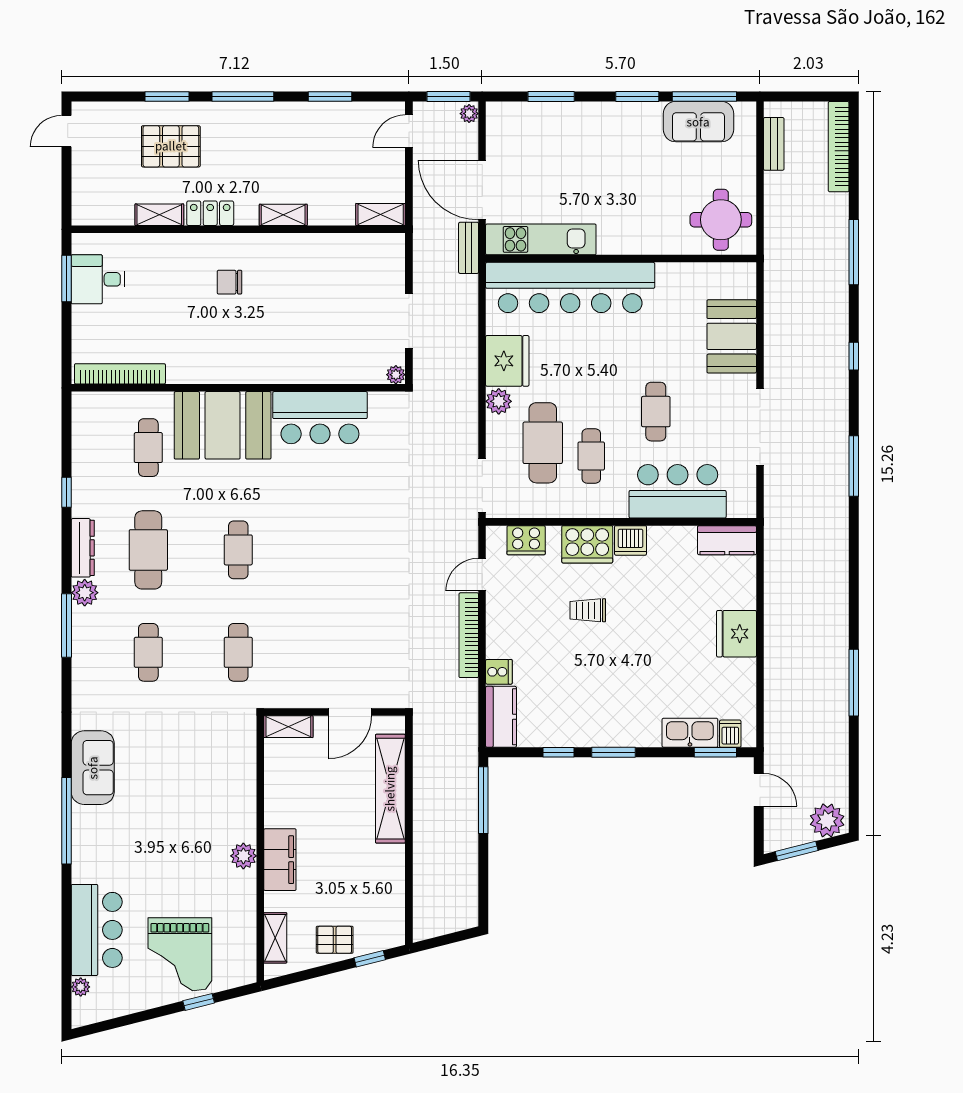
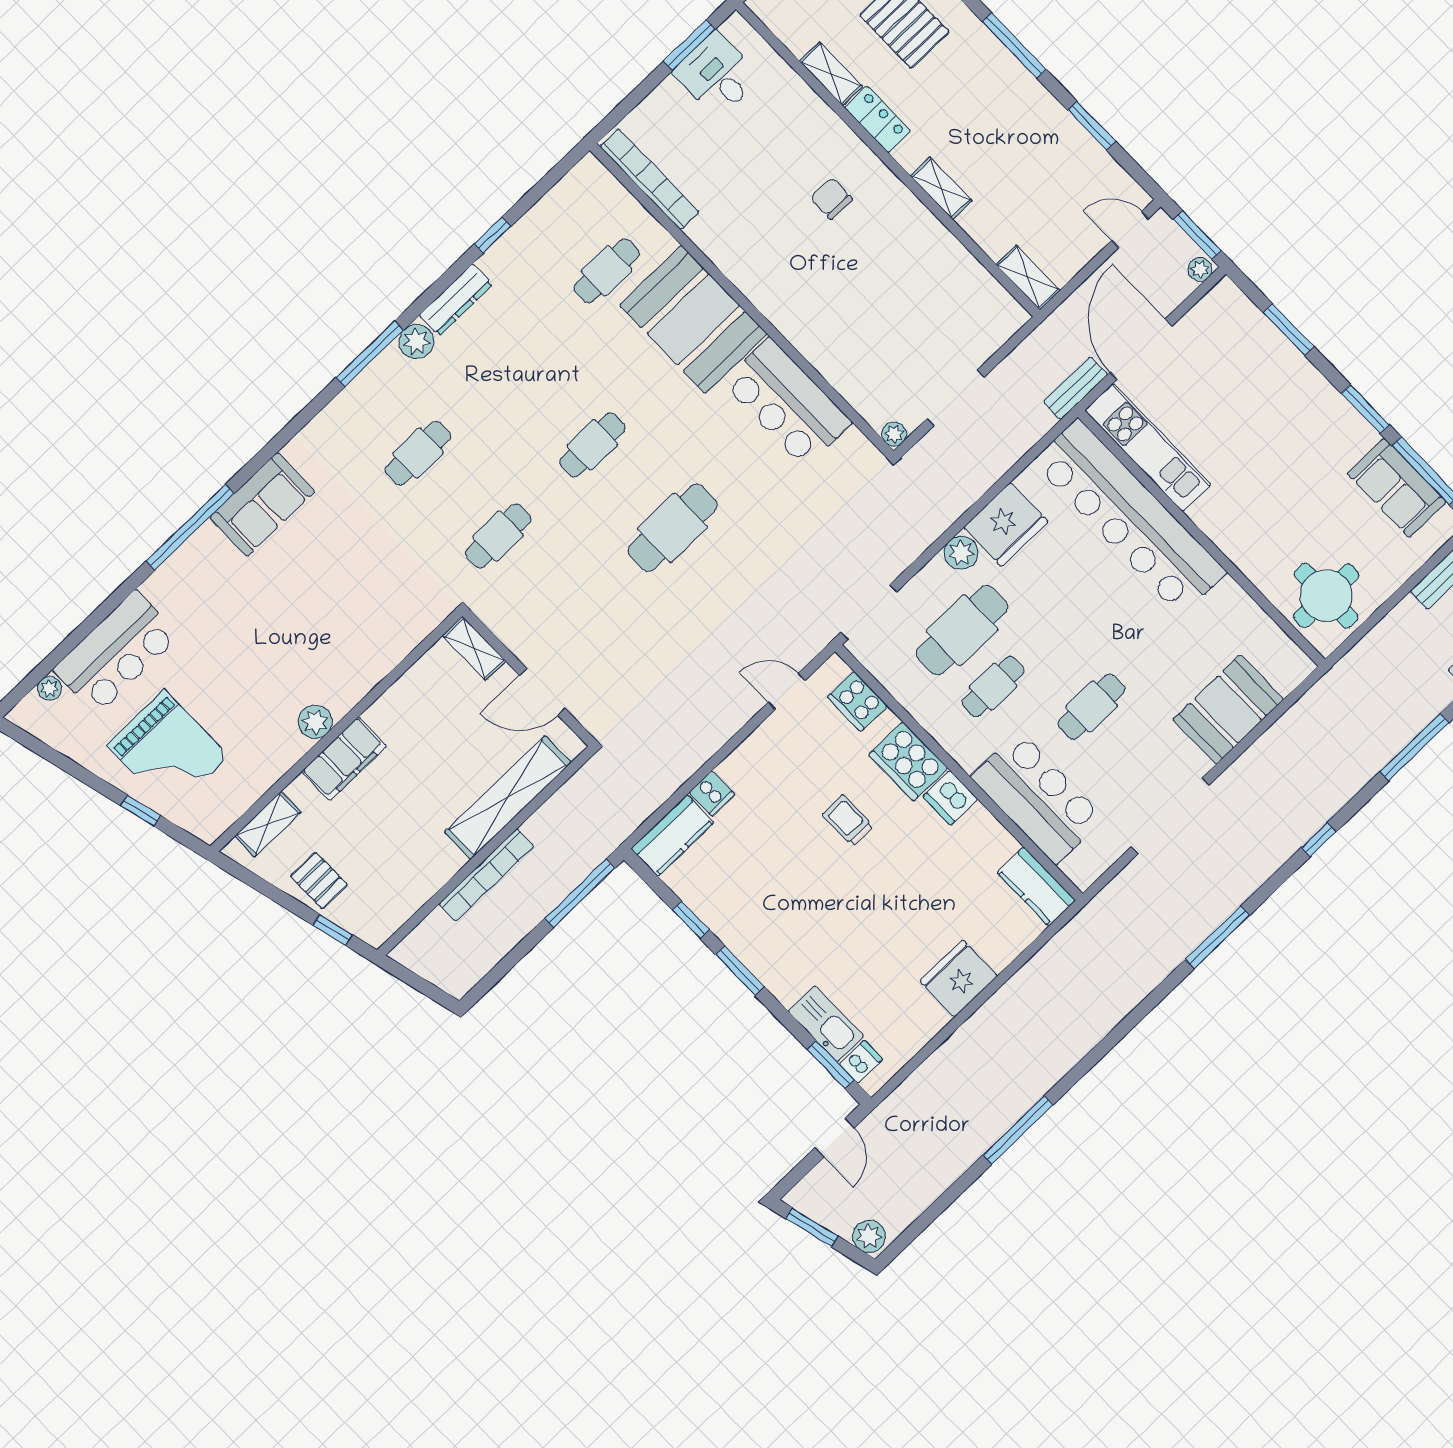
cafe table: (148, 550) -> (672, 528), moved
bookcase: (469, 635) -> (486, 875), moved, turned 180
plant: (827, 820) -> (869, 1236), width x0.73, depth x0.73
grand piano: (180, 954) -> (168, 751), turned -90

